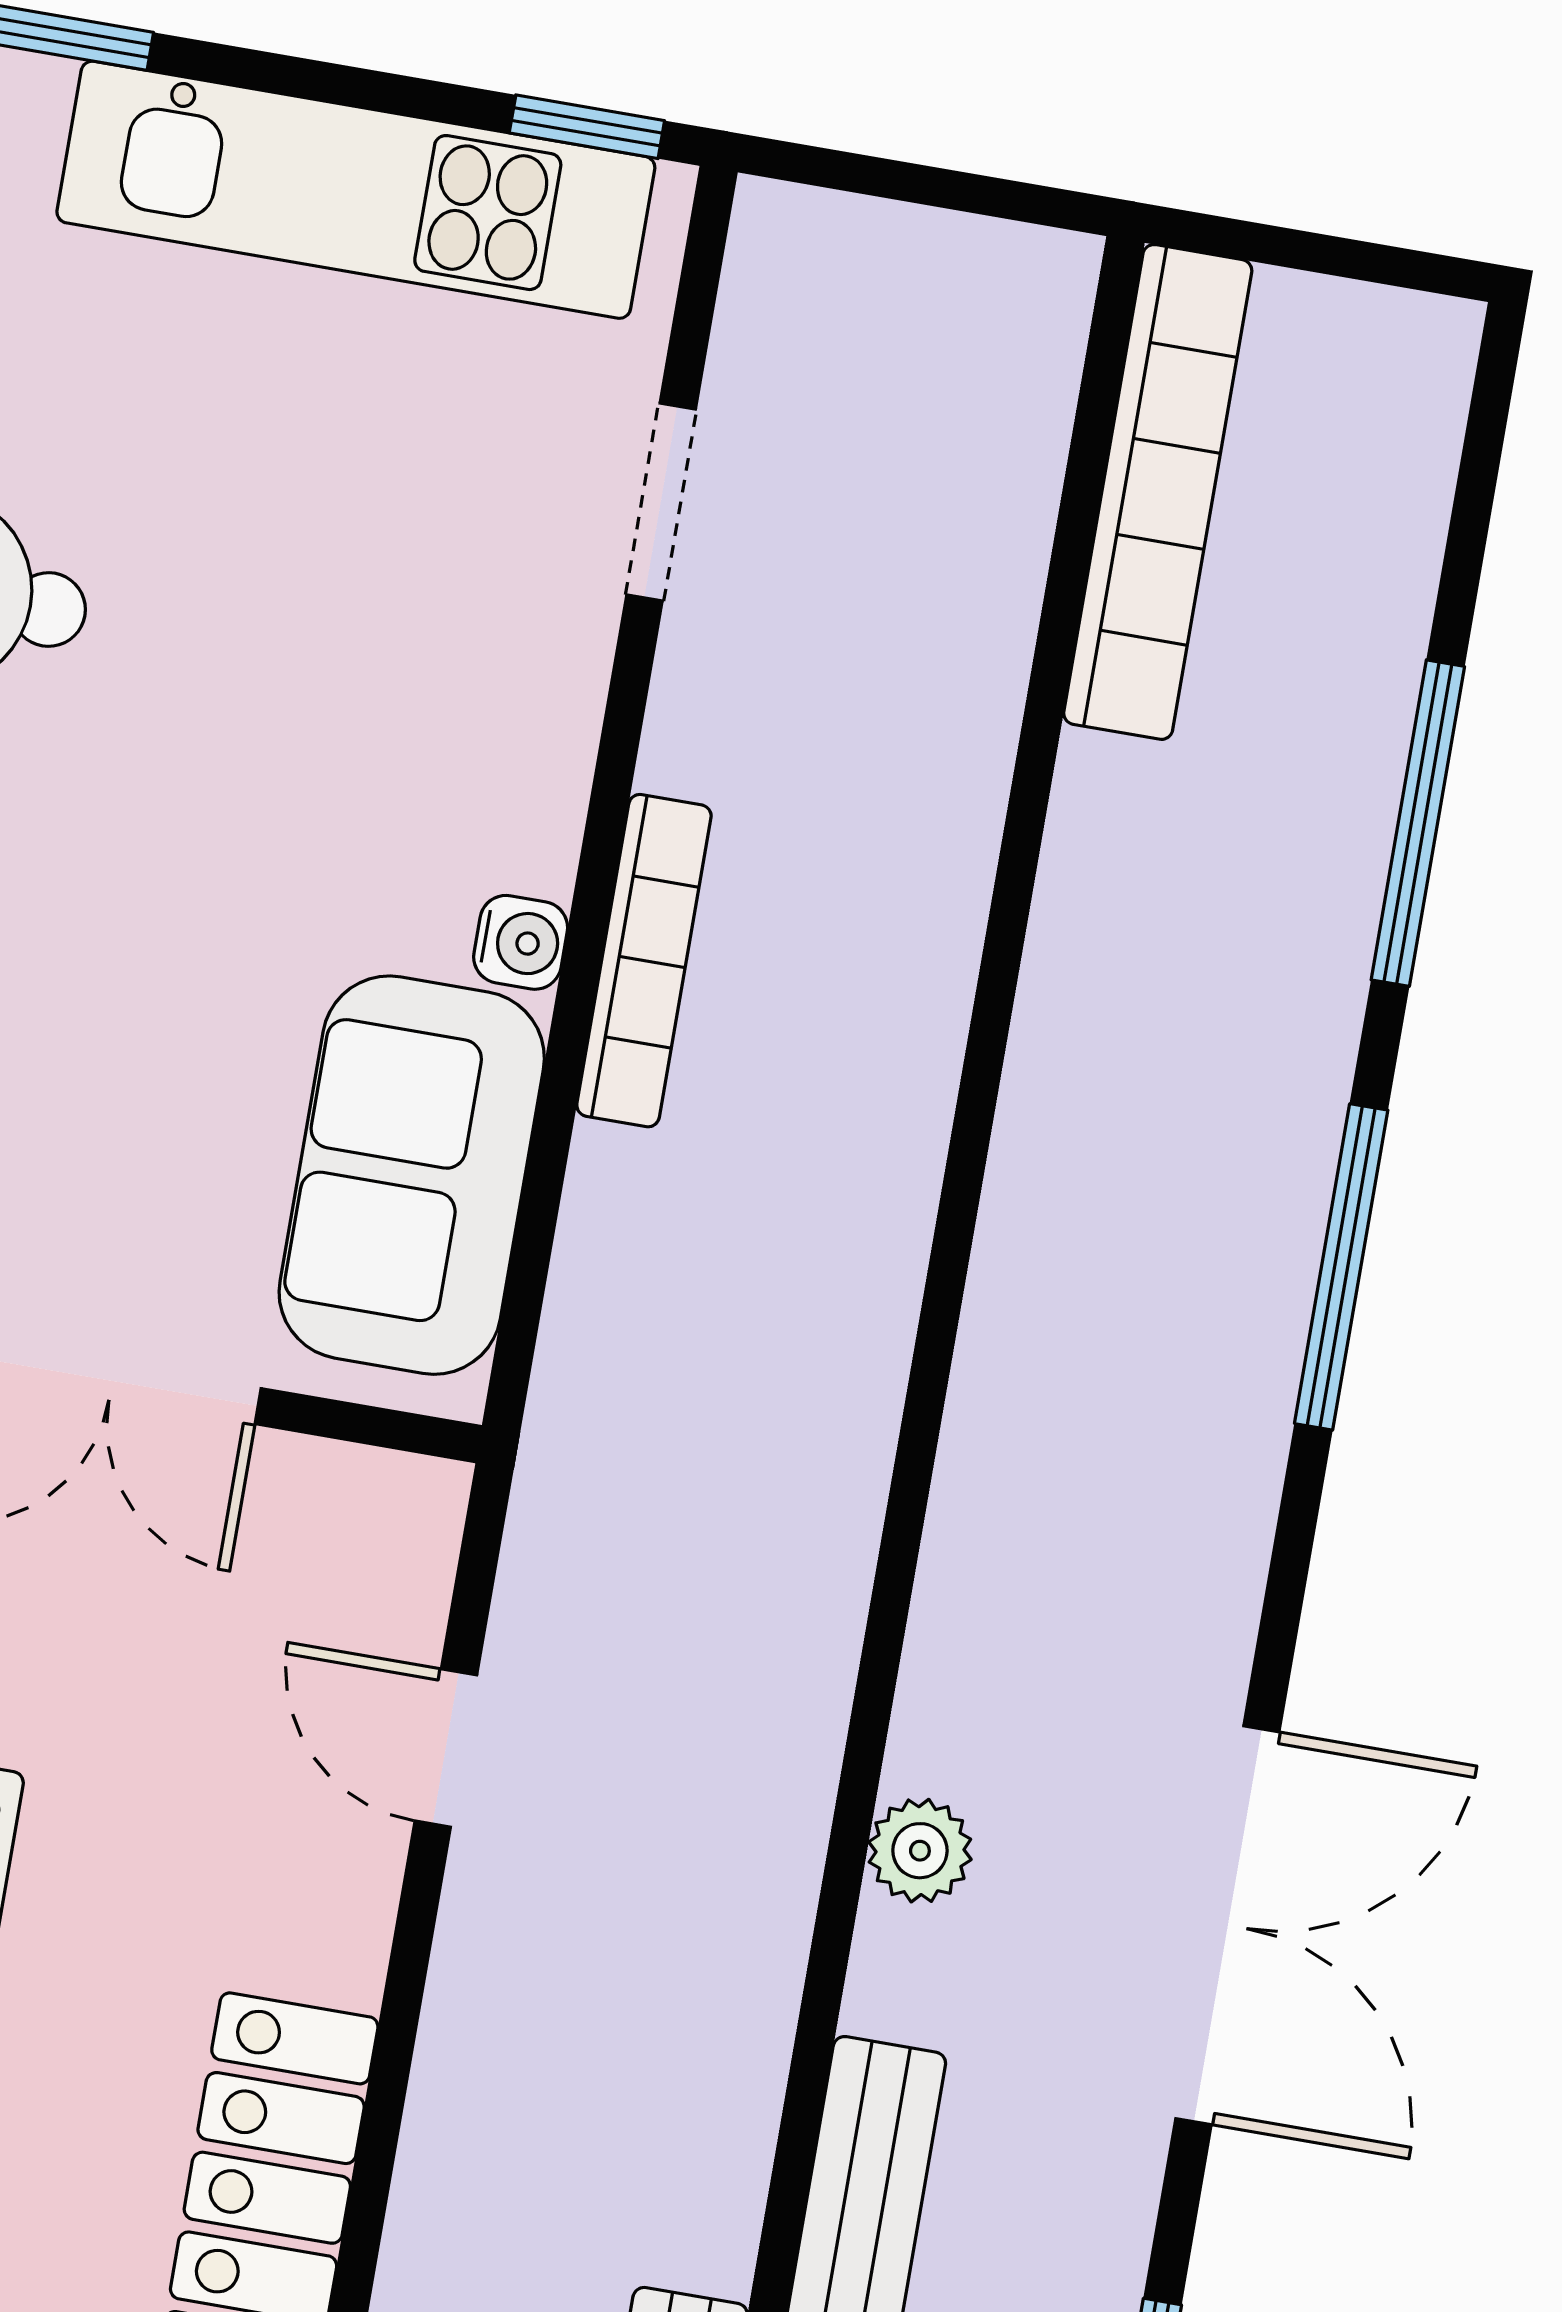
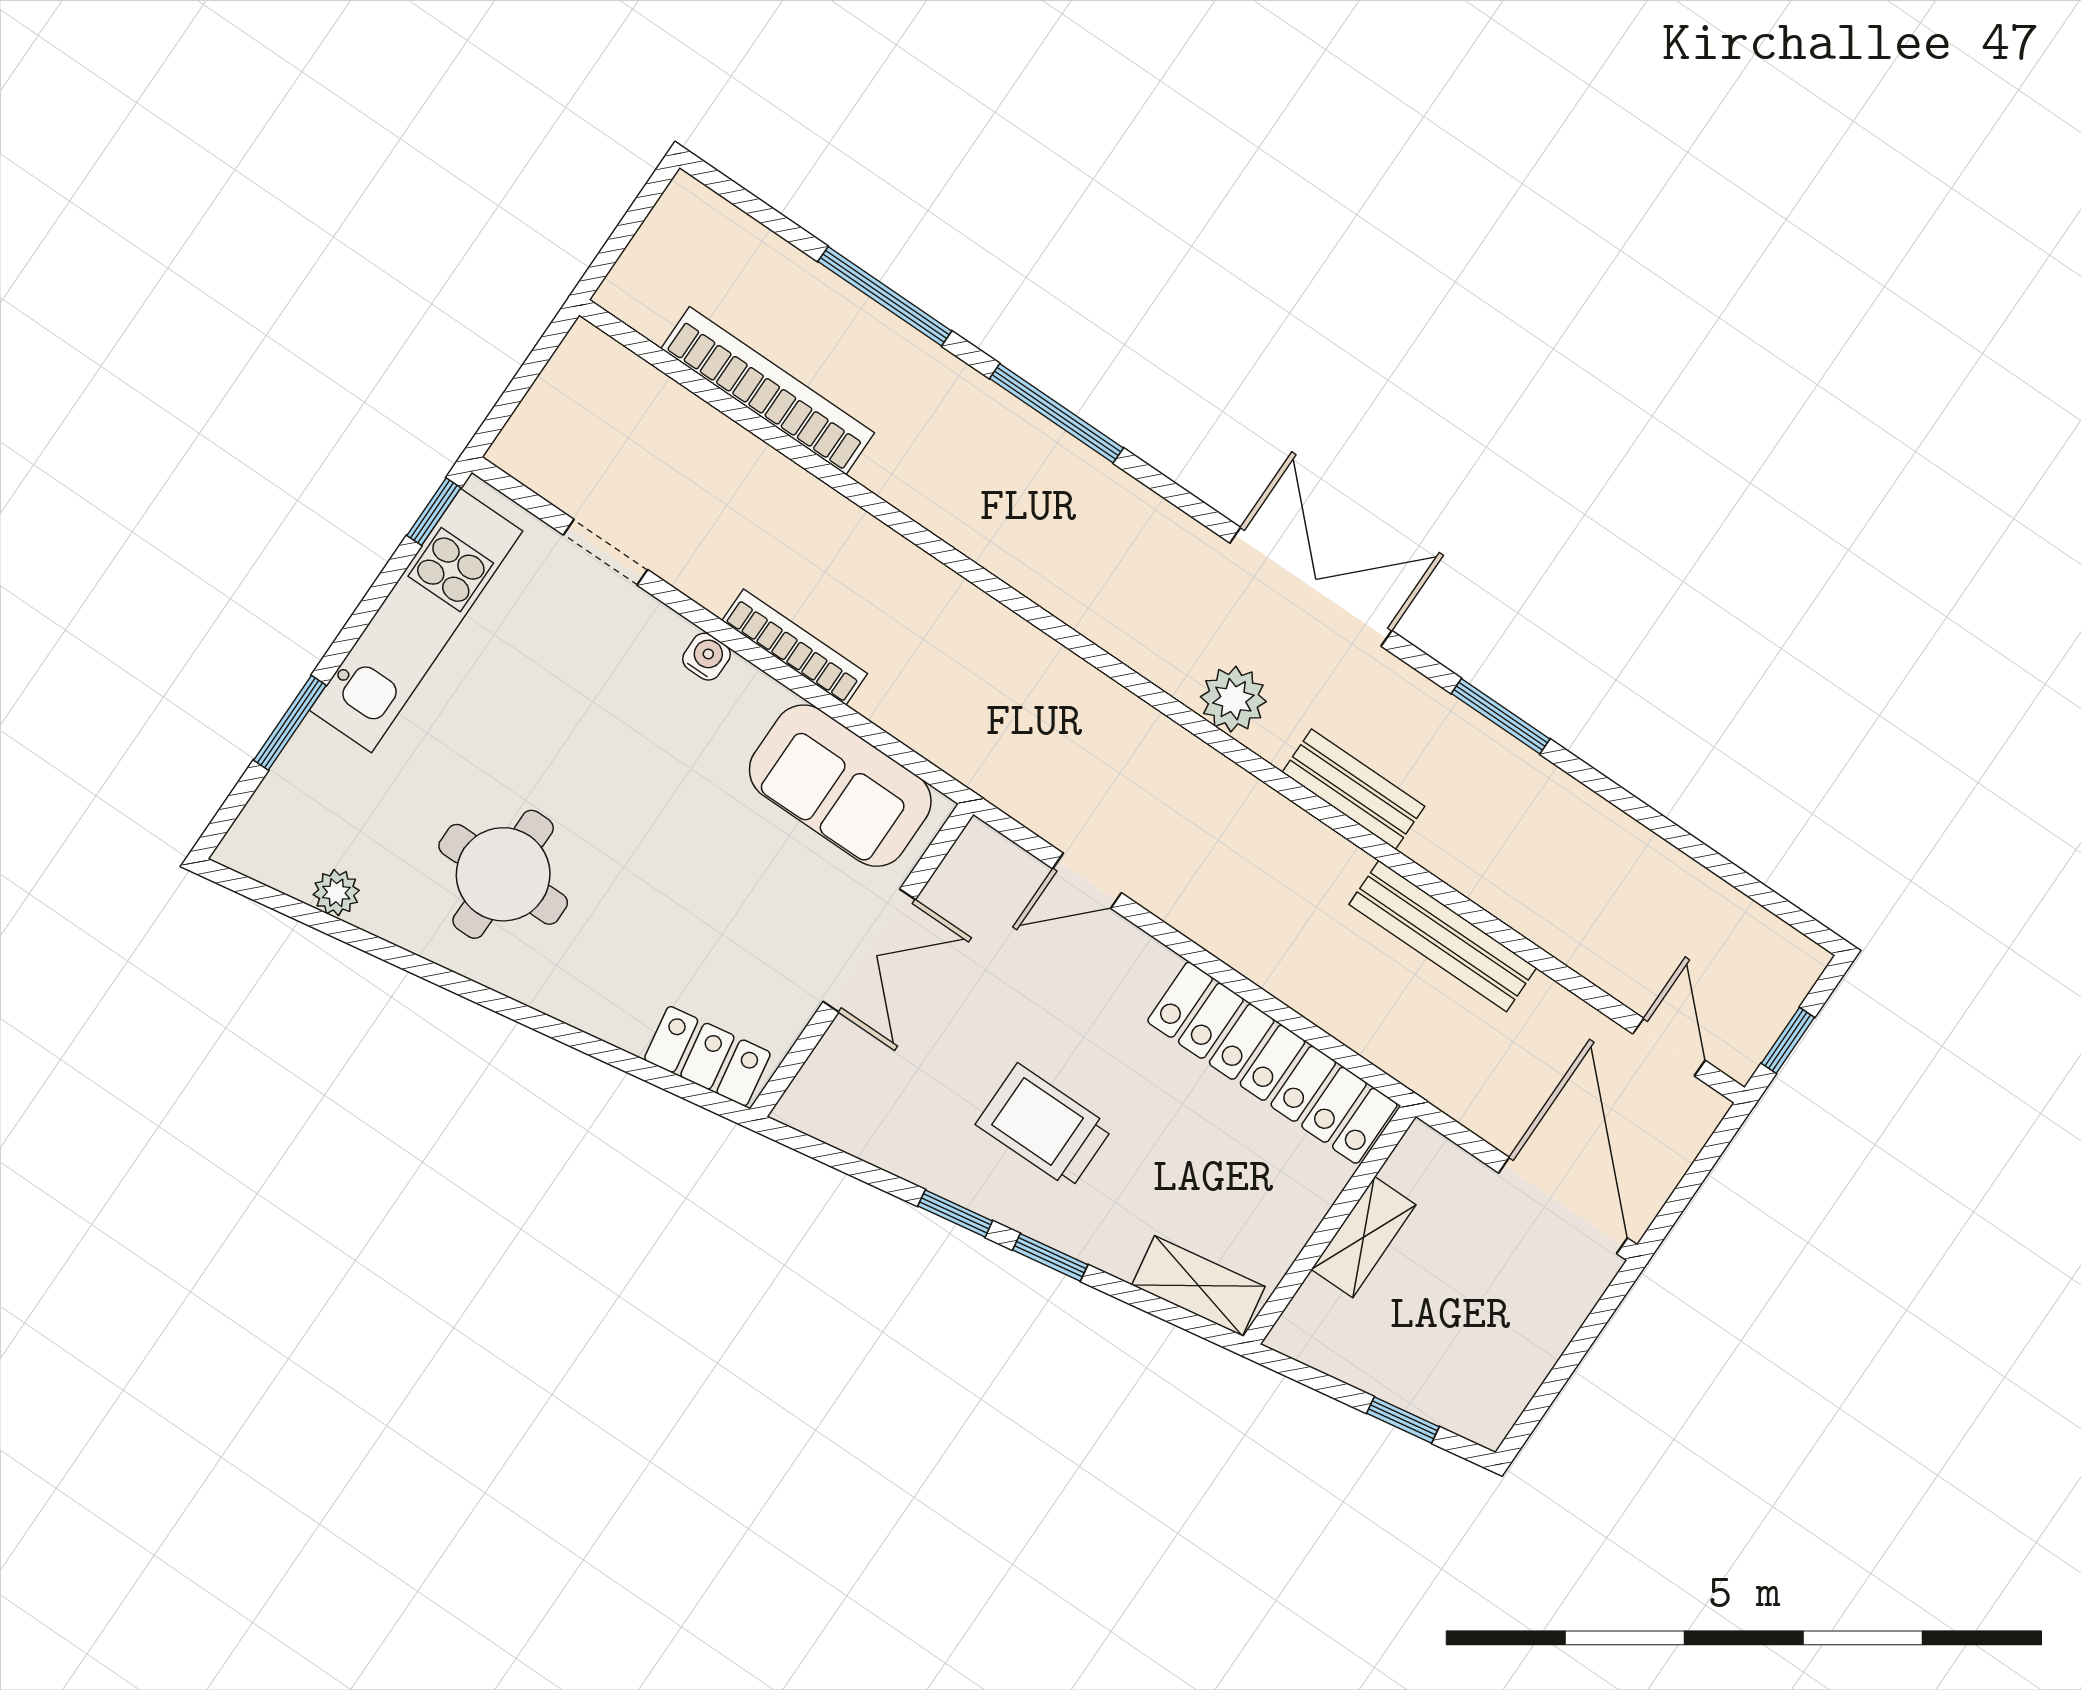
bookcase: (1158, 492) -> (768, 391), moved
water cooler: (521, 942) -> (706, 657), moved
plant: (920, 1851) -> (1233, 699), width x1.38, depth x1.38

